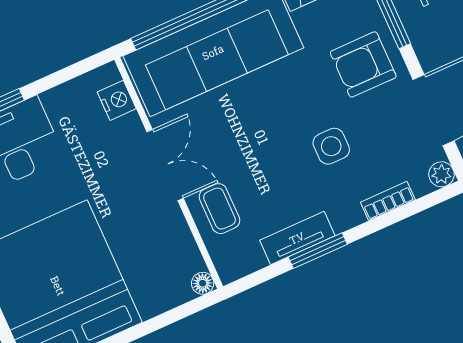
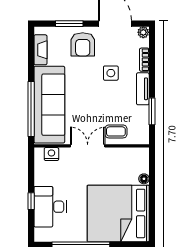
tv unit: (297, 238) -> (143, 89), moved
window: (318, 251) -> (152, 111), moved
floor lamp: (203, 283) -> (144, 179), moved

